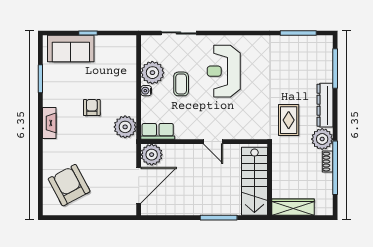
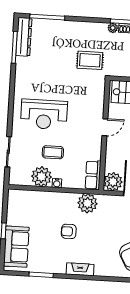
dresser: (325, 105) -> (24, 37), moved, turned -90
plant: (322, 139) -> (113, 28), width x0.53, depth x0.53

